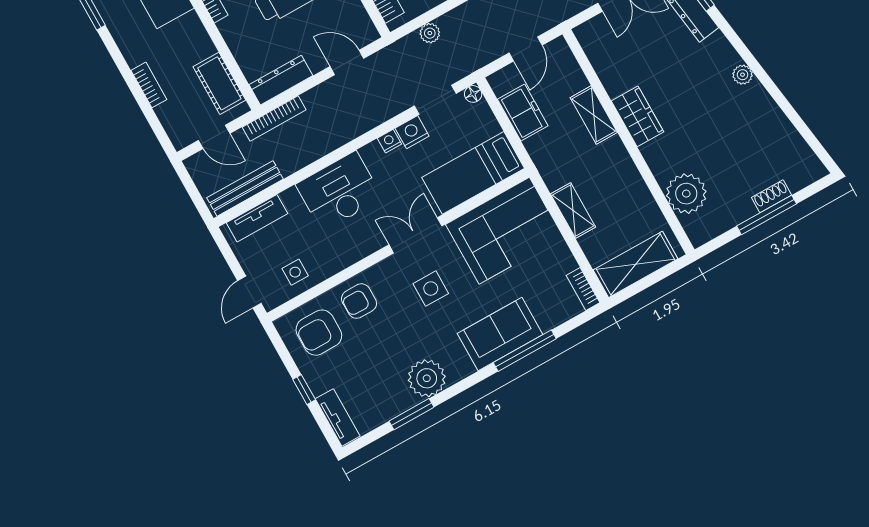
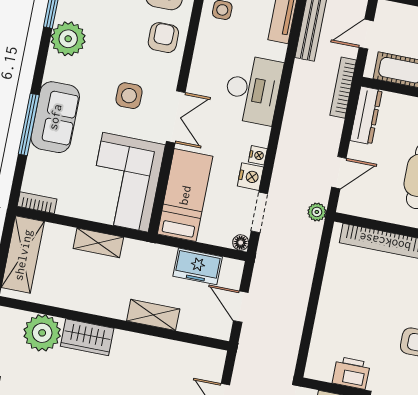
plant: (430, 33) -> (317, 212), moved
wardrobe: (638, 116) -> (87, 337), moved

